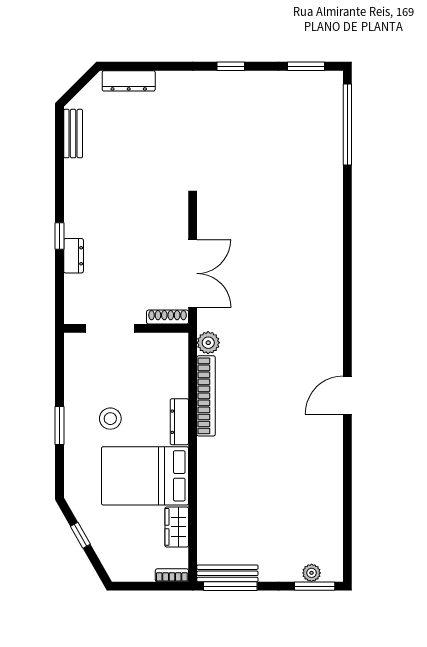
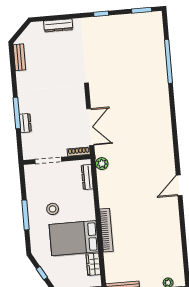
dresser: (129, 81) -> (58, 25), moved
window: (347, 124) -> (168, 61), moved
window: (59, 236) -> (17, 113), width x2.17
bookcase: (206, 396) -> (106, 230), moved
dresser: (179, 422) -> (87, 177), moved
window: (59, 425) -> (26, 215), width x1.44

